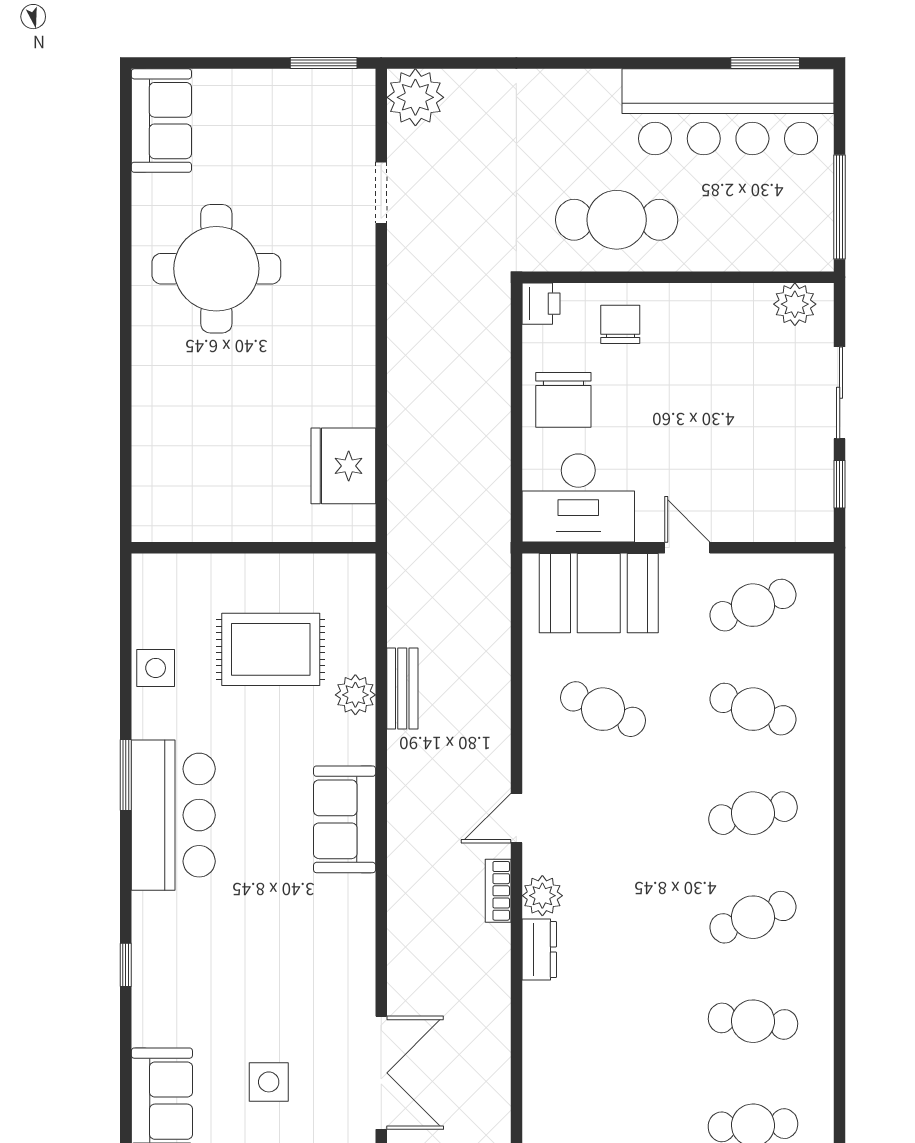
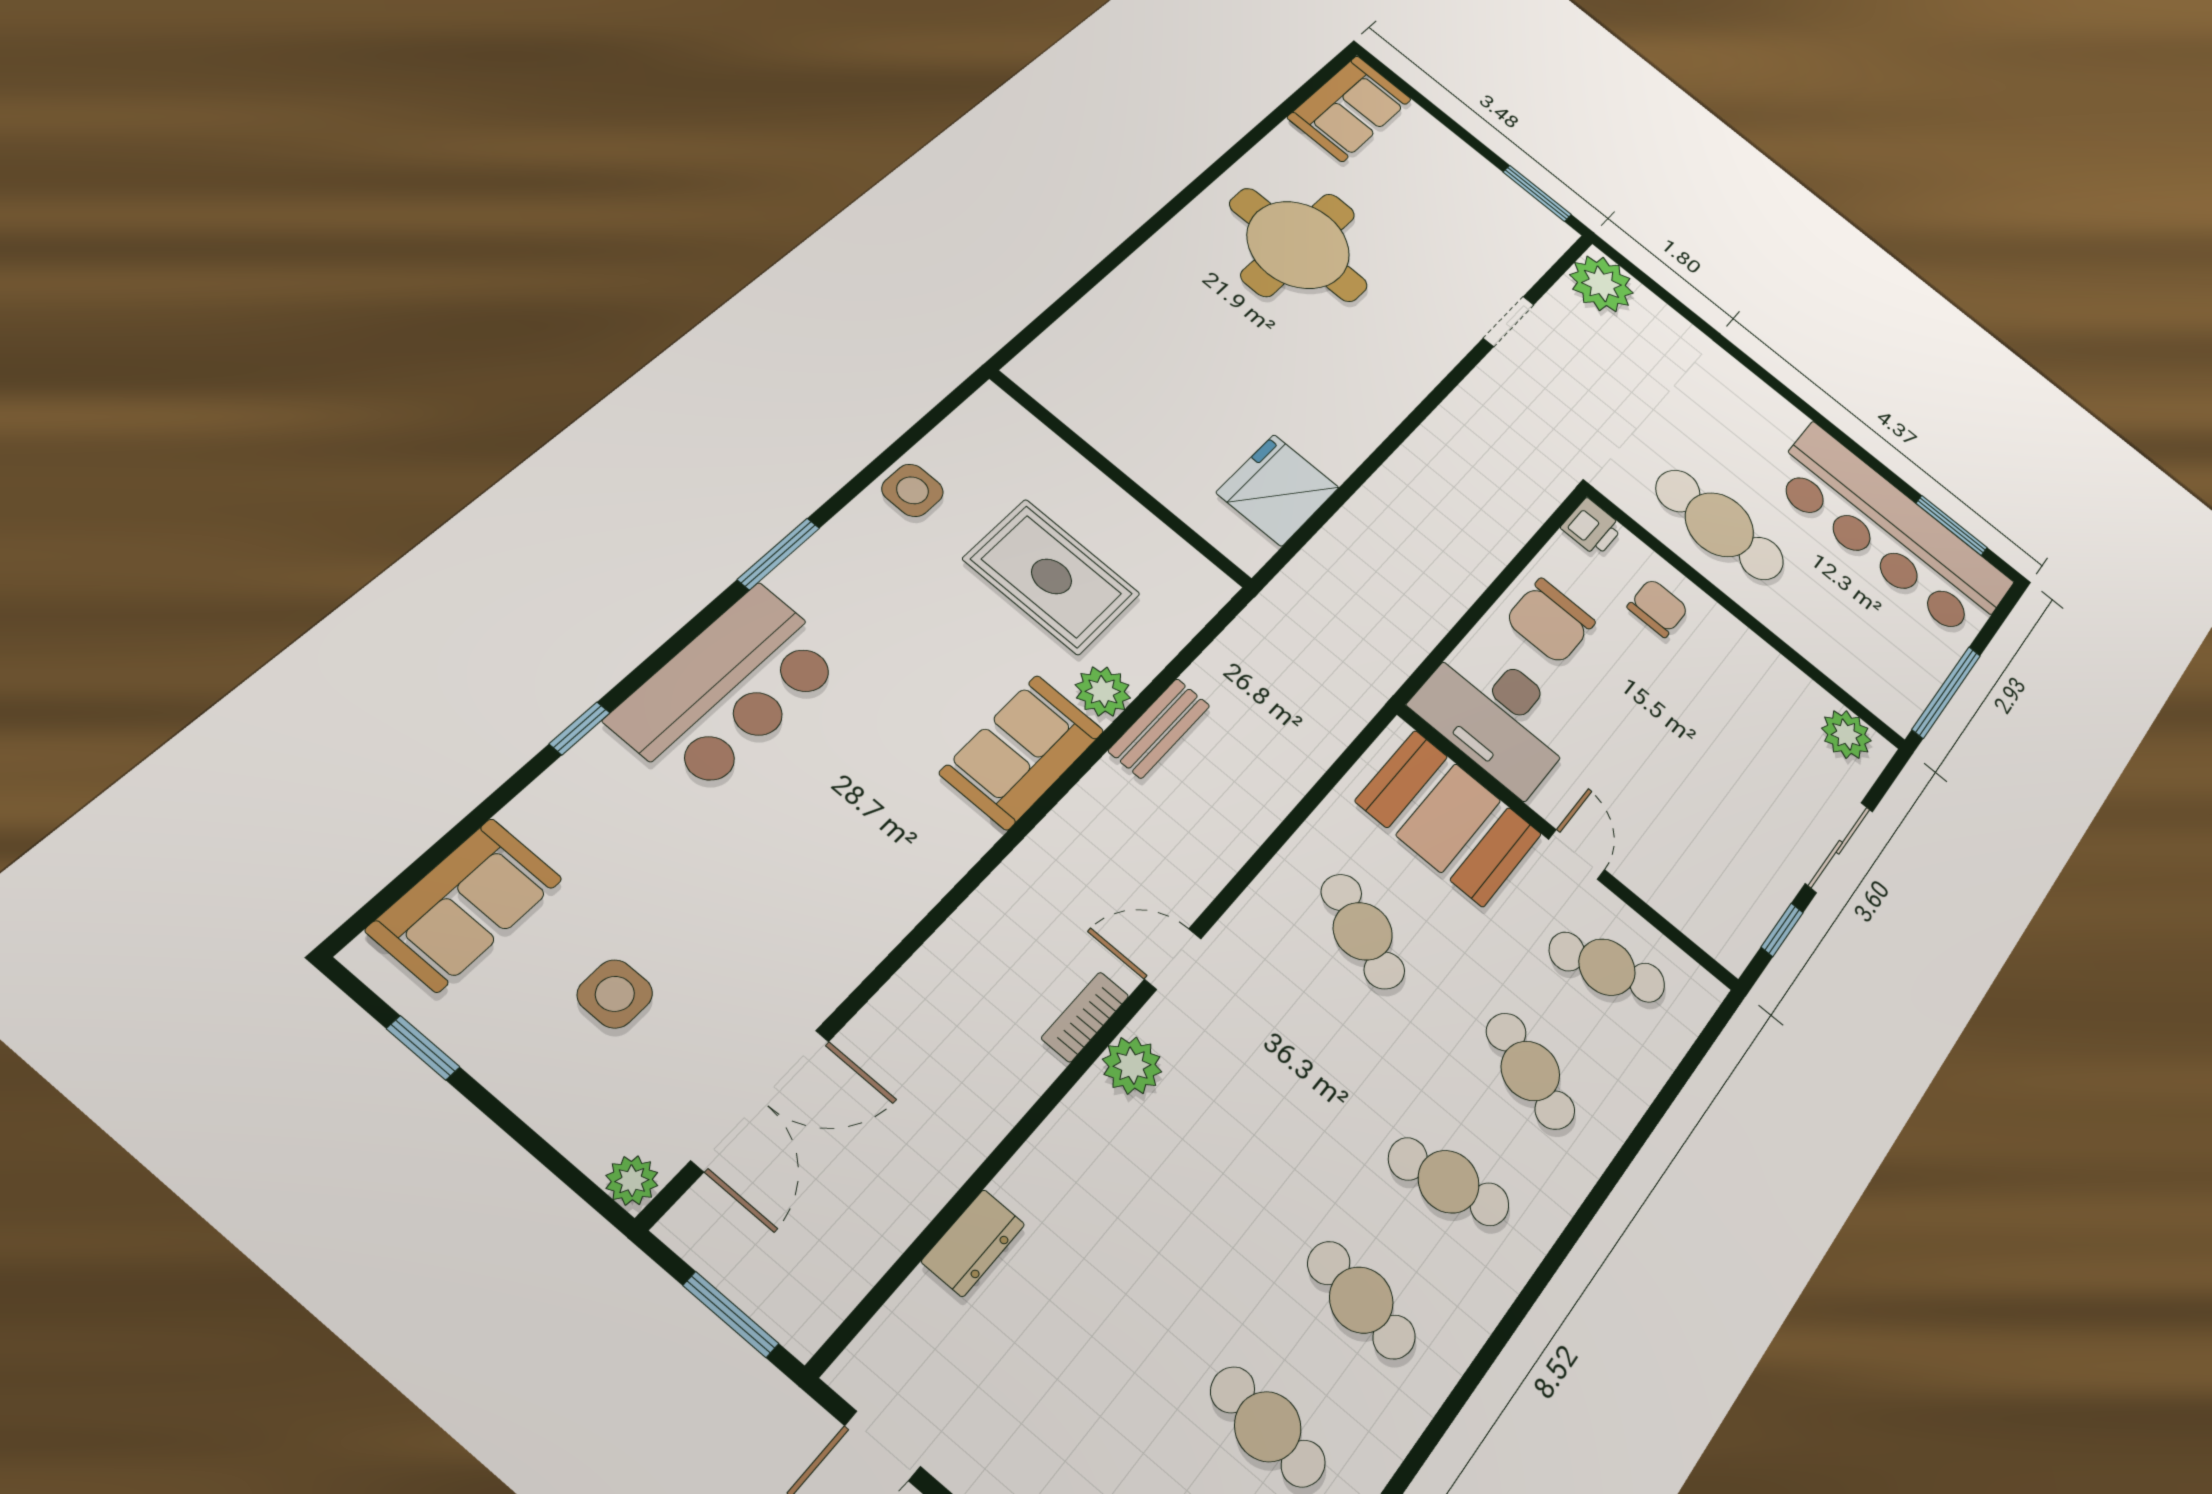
bar counter: (173, 815) -> (729, 689), moved
sofa: (345, 819) -> (1022, 752), moved
cafe table: (753, 917) -> (1361, 1300), turned 30
dresser: (539, 950) -> (973, 1243), moved

